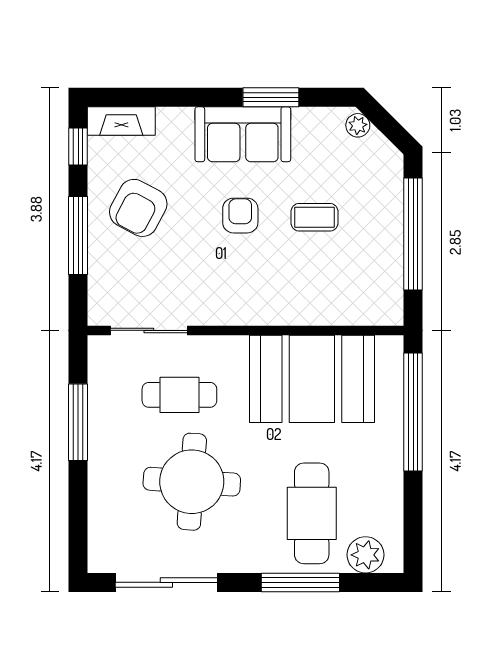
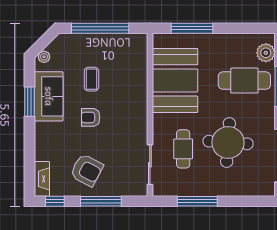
sofa: (243, 134) -> (49, 96), moved
window: (413, 412) -> (192, 28), width x0.68

